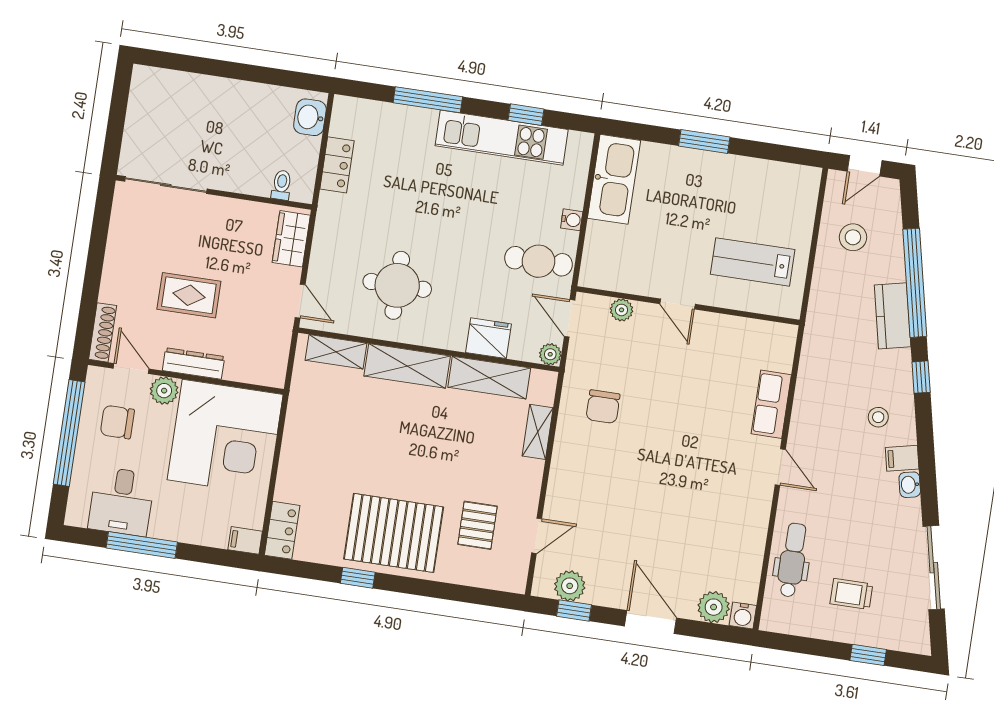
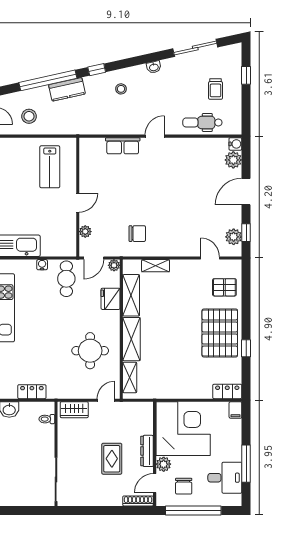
filing cabinet: (902, 458) -> (141, 73), removed
pallet: (477, 525) -> (224, 287), moved

